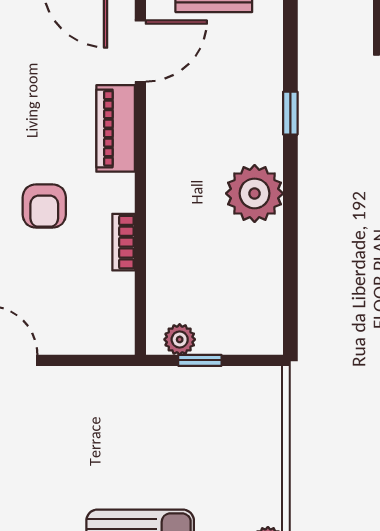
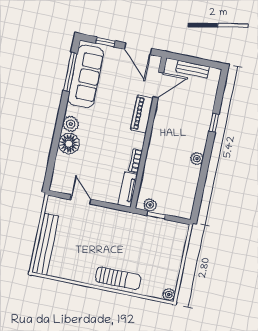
plant: (255, 193) -> (197, 159), width x0.53, depth x0.53
armchair: (44, 206) -> (106, 140), removed
tv unit: (119, 314) -> (128, 190), added

